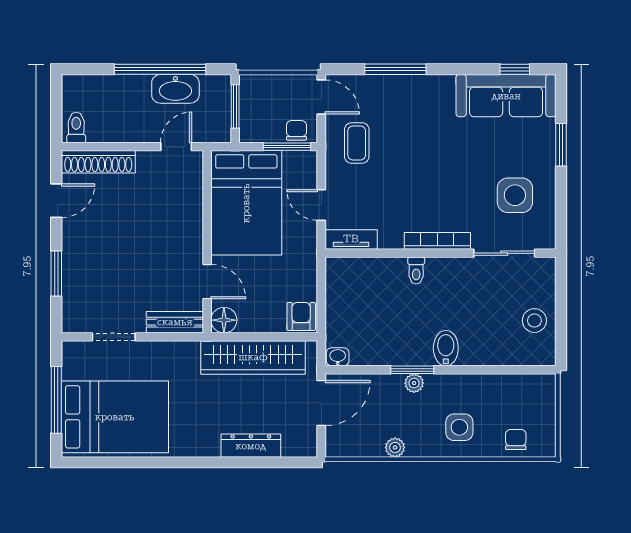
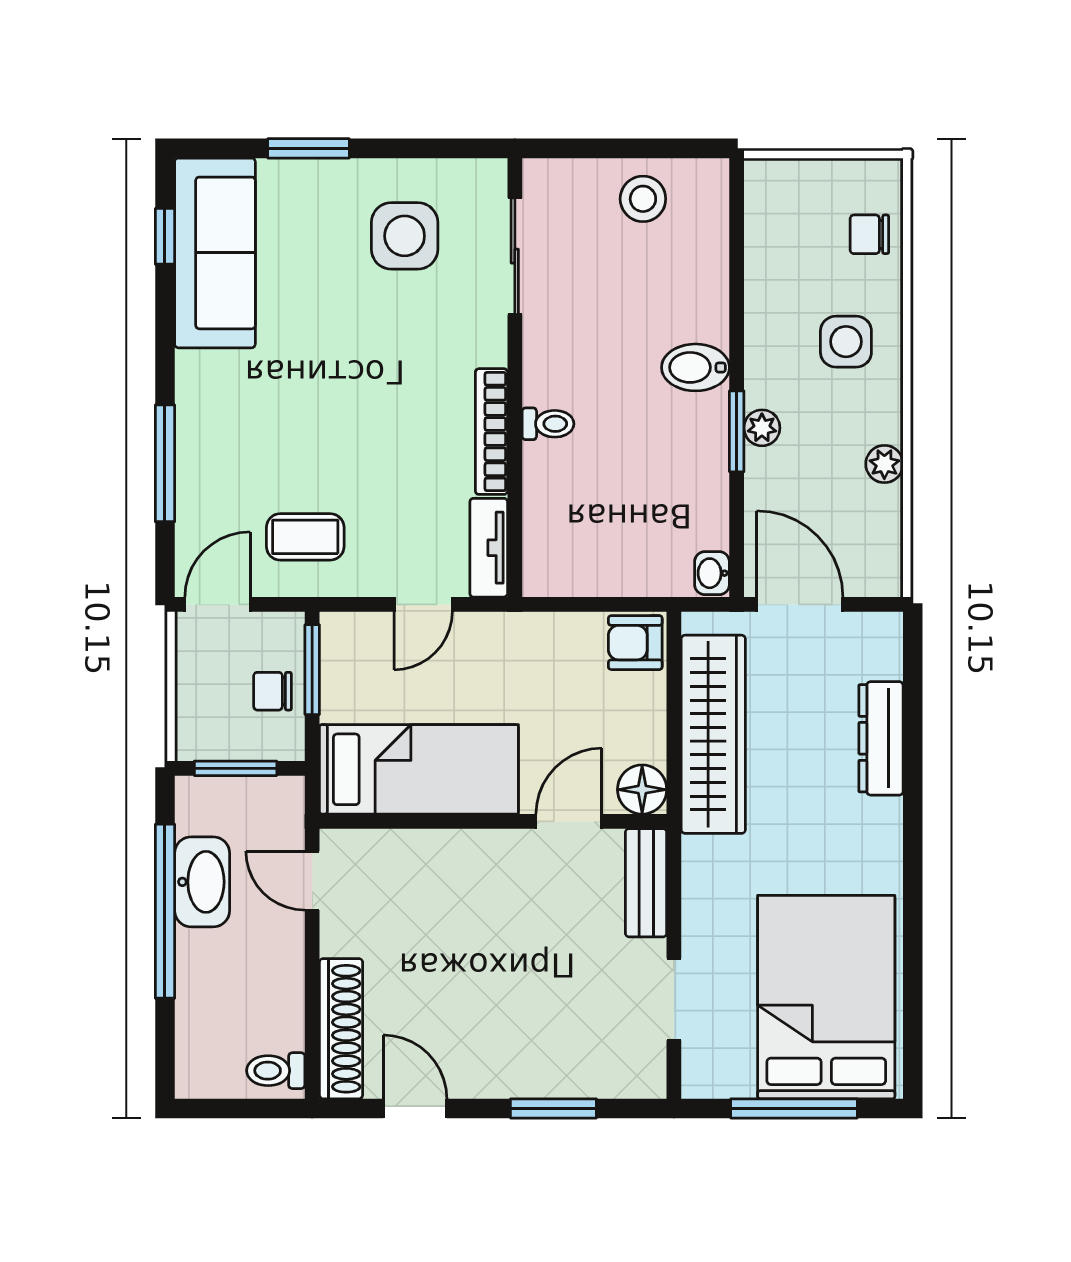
chair: (296, 130) -> (273, 691), moved
bed: (246, 203) -> (419, 769), width x0.67
bookcase: (437, 241) -> (491, 432), moved

